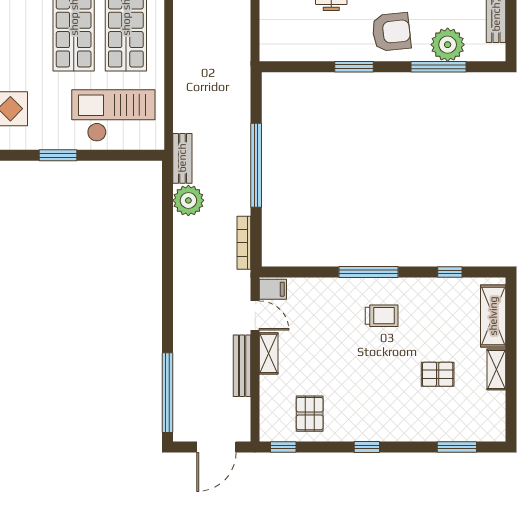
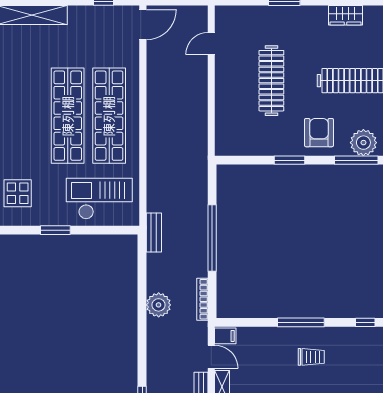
armchair: (391, 32) -> (319, 133), turned -84
plant: (188, 200) -> (159, 305), moved

